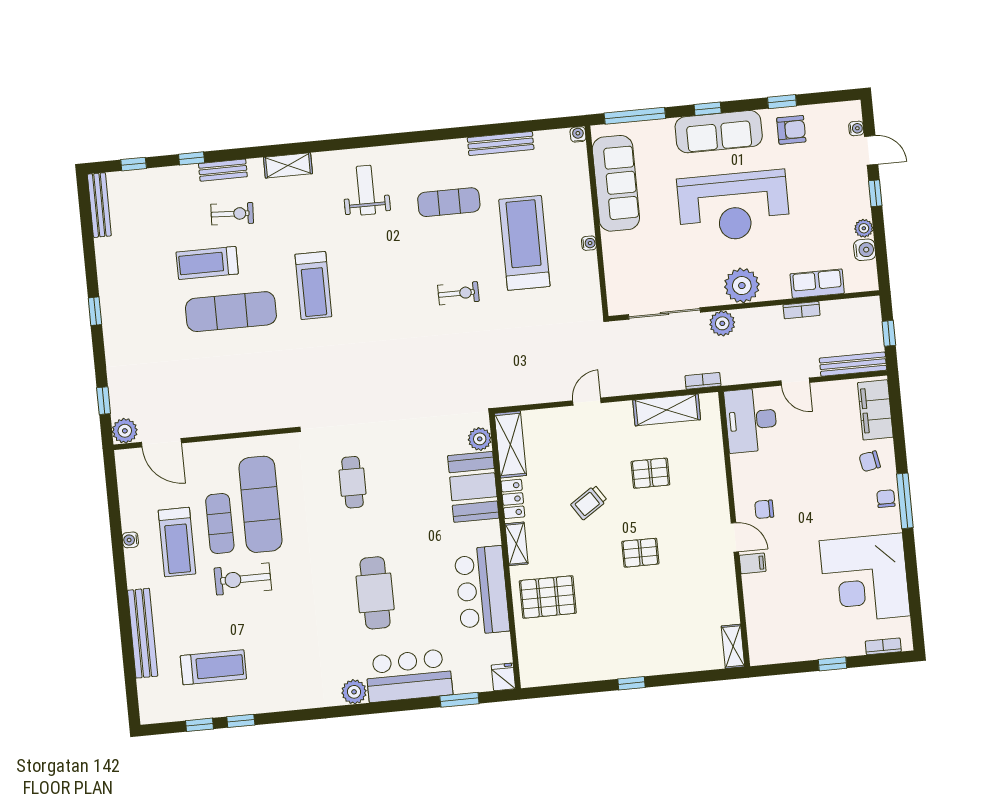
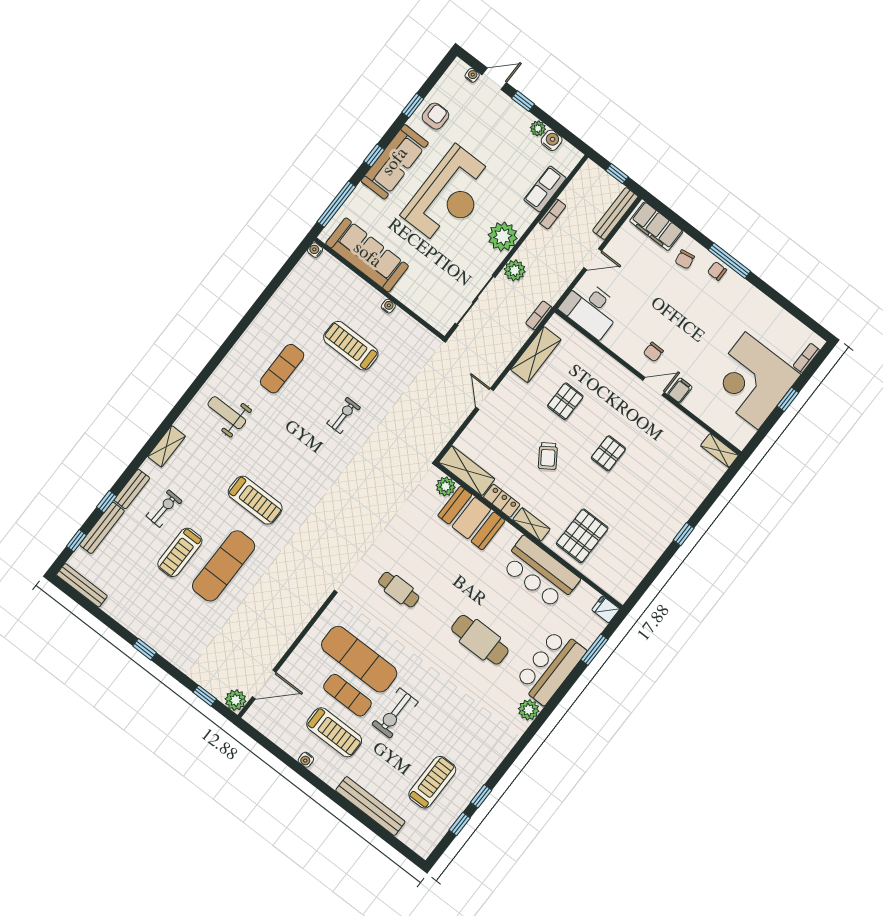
bench: (501, 143) -> (102, 528), moved
treadmill: (524, 243) -> (351, 346), width x0.73, depth x0.73
corner desk: (865, 578) -> (752, 381), moved, turned 90

